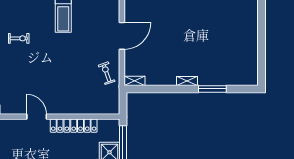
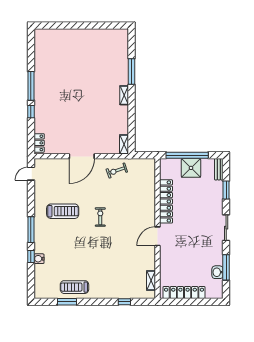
door: (122, 36) -> (82, 156), swing flipped
exercise bike: (19, 38) -> (100, 217), moved

